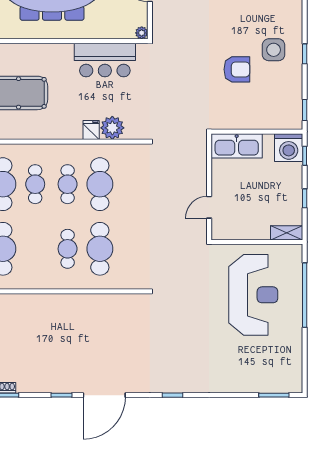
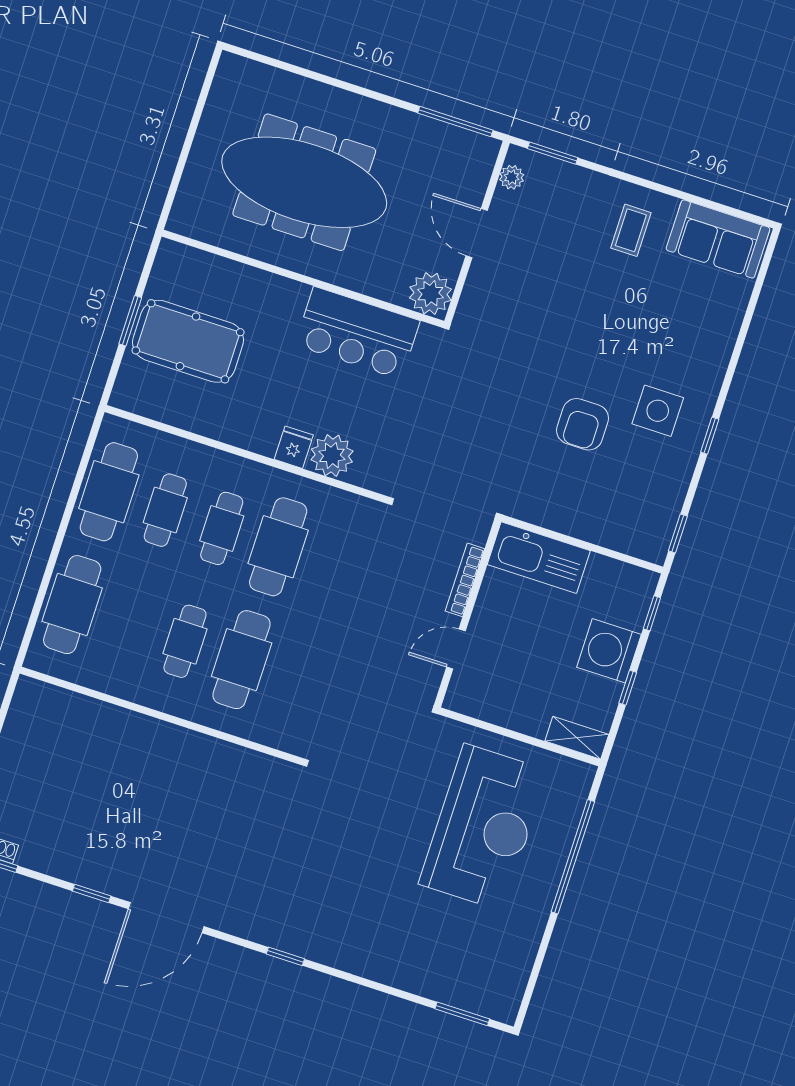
plant: (142, 33) -> (430, 294), width x1.88, depth x1.88
armchair: (237, 69) -> (583, 424), turned 90
washing machine: (289, 148) -> (609, 651), moved, turned 90
bookcase: (202, 170) -> (465, 580), added

